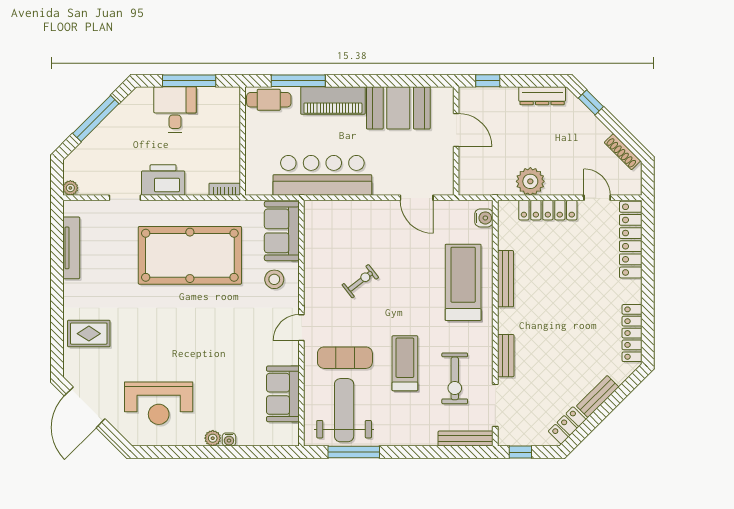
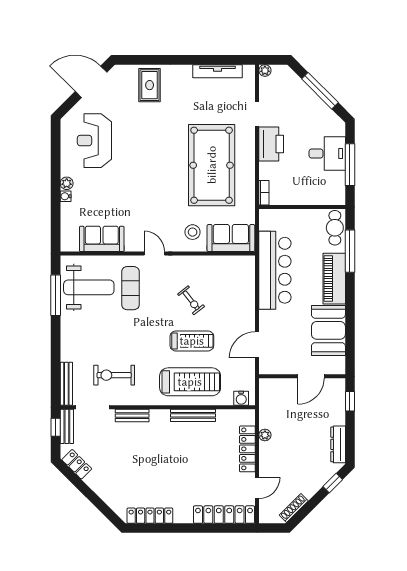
plant: (530, 181) -> (265, 435), width x0.53, depth x0.53
treadmill: (405, 363) -> (192, 341), moved
bench: (598, 396) -> (67, 426), moved, turned 45

